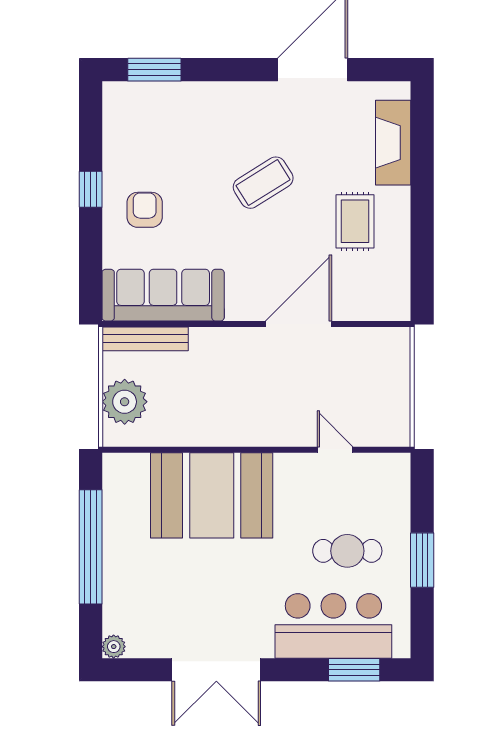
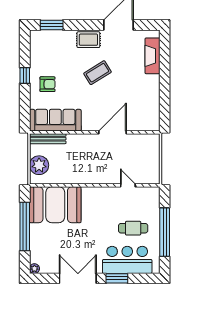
armchair: (145, 210) -> (47, 84), turned 90
rug: (355, 221) -> (88, 40), moved, turned 90
booth: (212, 495) -> (55, 205), moved
window: (422, 560) -> (165, 232), width x2.11
double door: (216, 670) -> (78, 278), swing flipped
window: (354, 670) -> (117, 278), moved

